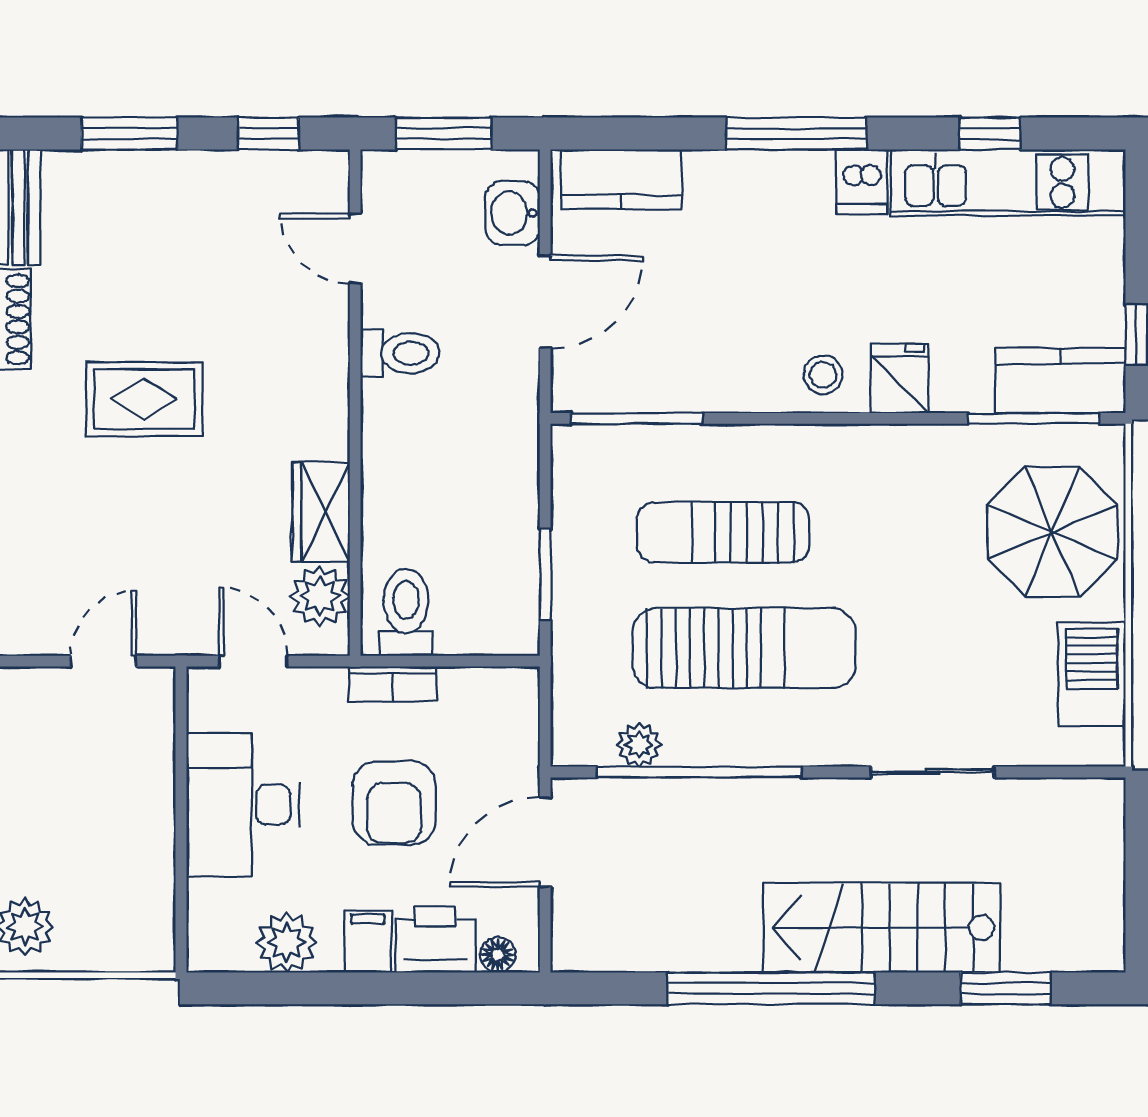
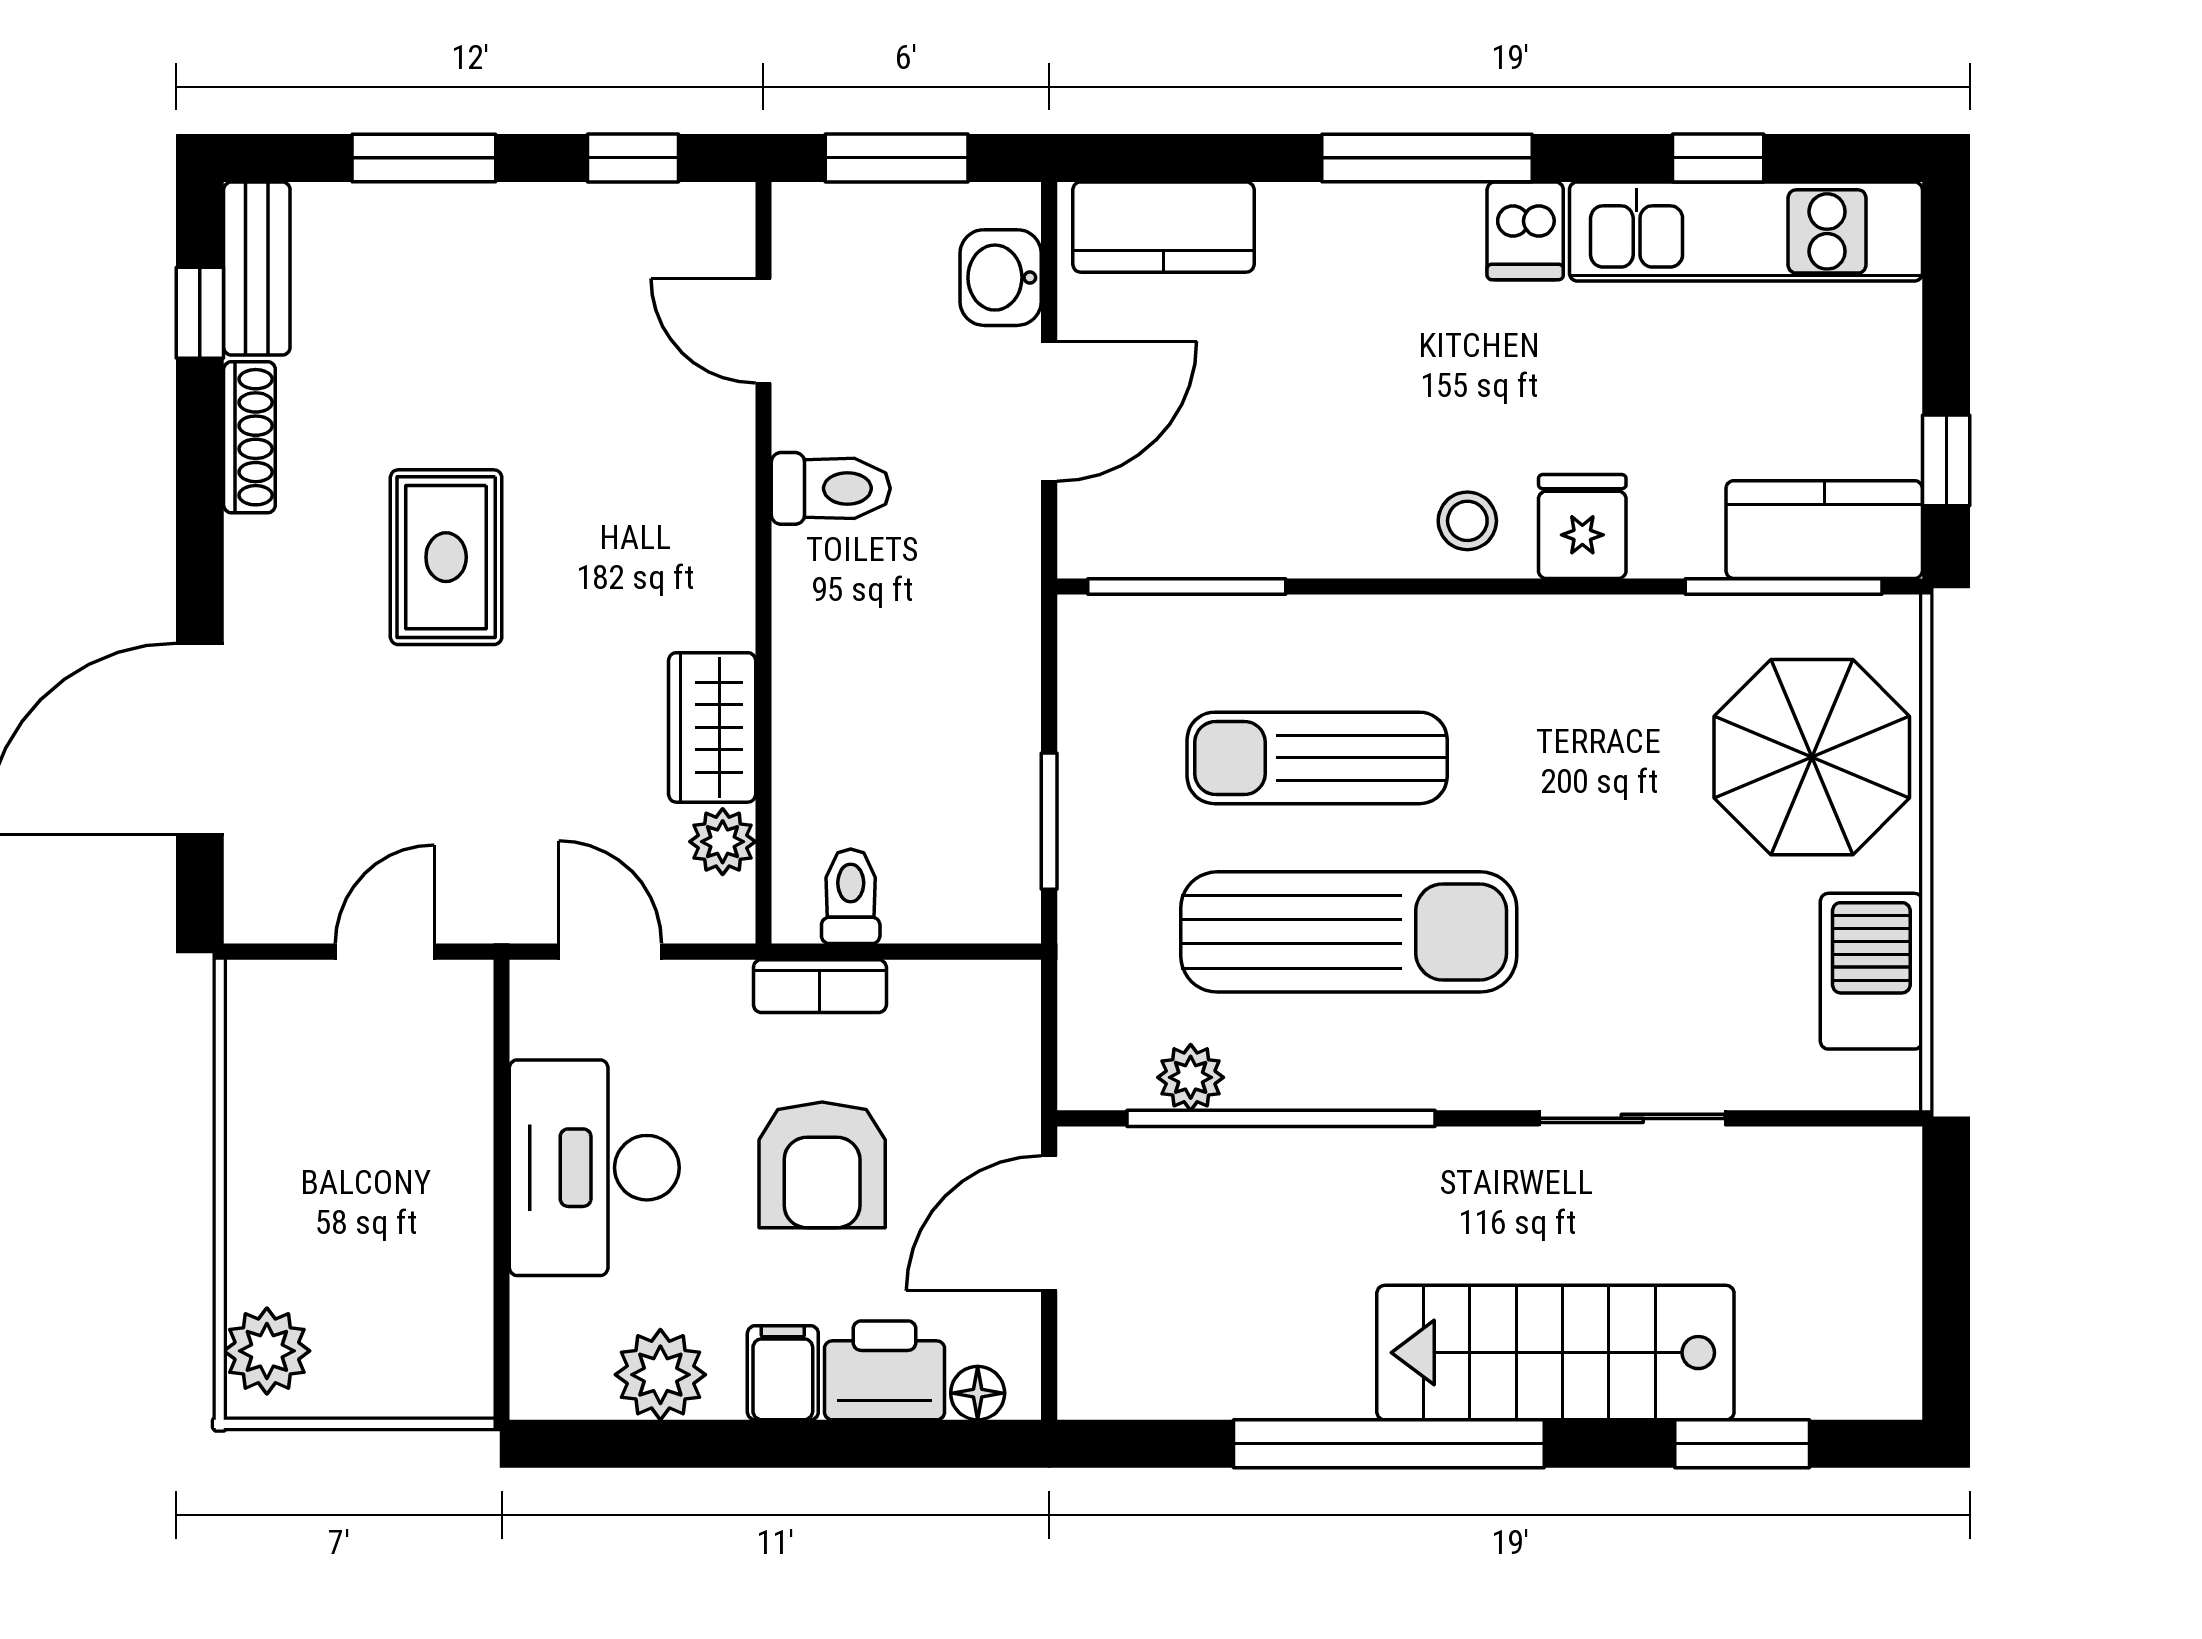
rug: (144, 399) -> (446, 557), turned 90
plant: (320, 596) -> (723, 842), width x0.73, depth x0.73
toilet: (406, 612) -> (851, 896), width x0.73, depth x0.72

